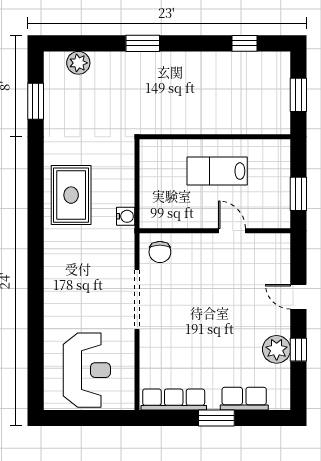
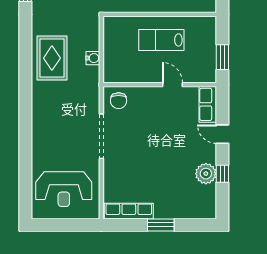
water cooler: (126, 216) -> (93, 58), moved
reception desk: (87, 370) -> (64, 189), turned 90
row of seats: (244, 399) -> (208, 104), moved, turned -90

